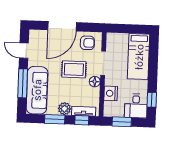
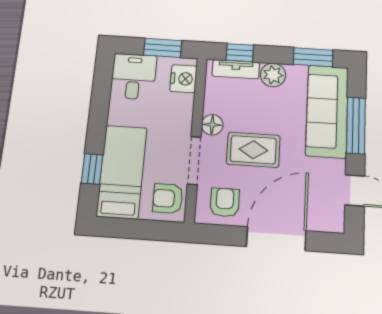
armchair: (87, 43) -> (225, 202), turned 90
armchair: (115, 44) -> (168, 198), added
nightstand: (111, 93) -> (183, 79), moved
window: (152, 100) -> (92, 169), moved
window: (55, 119) -> (313, 57), moved

